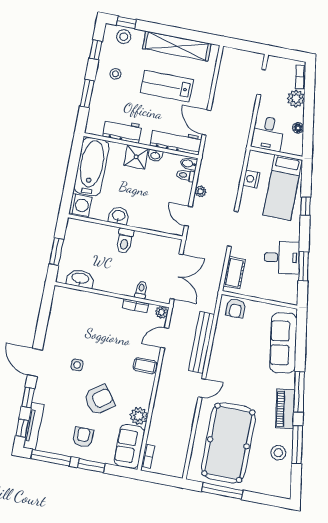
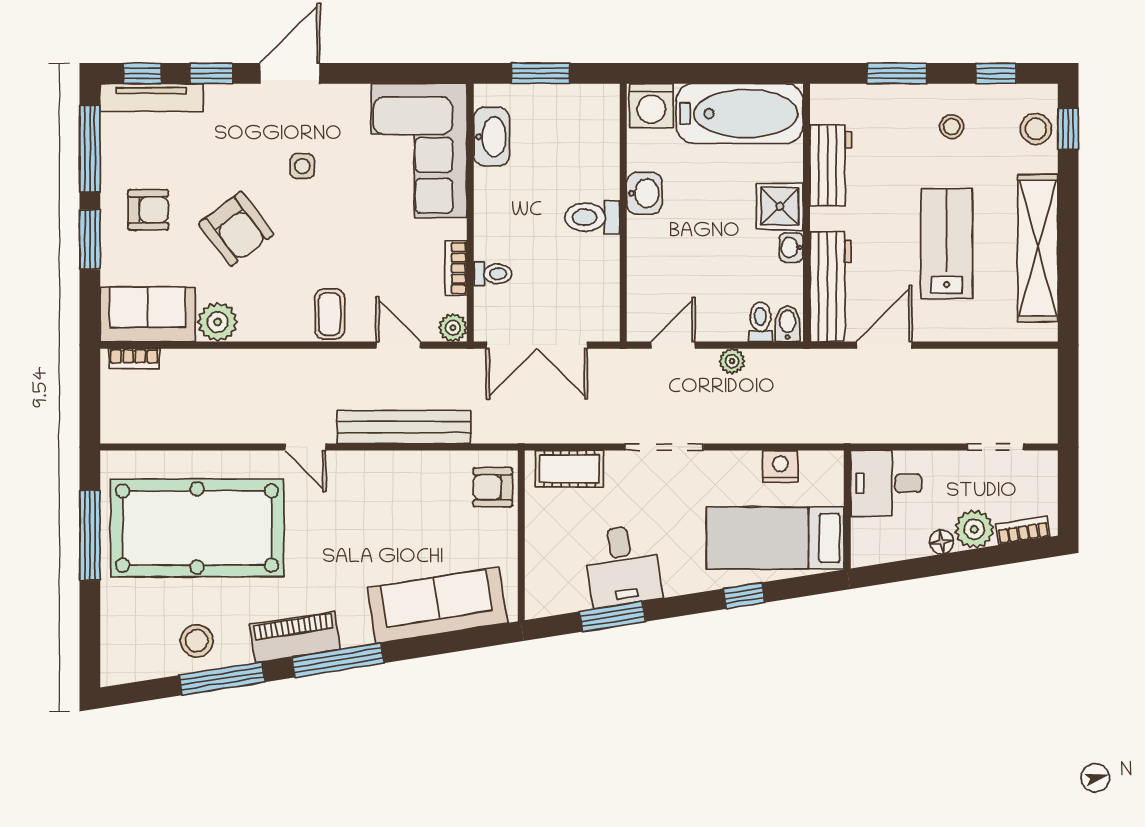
floor lamp: (298, 128) -> (942, 542), moved
corner sofa: (80, 312) -> (419, 151), added

